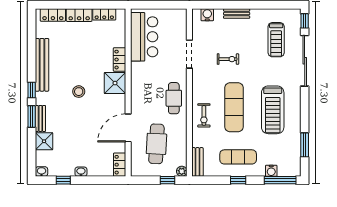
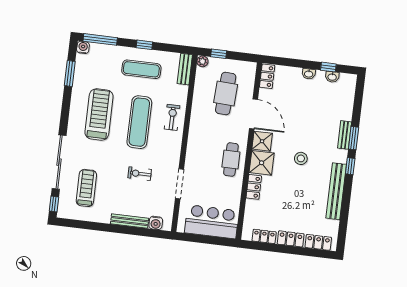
bench: (237, 14) -> (130, 221), width x1.36
bar counter: (144, 37) -> (212, 222), moved, turned 90
cafe table: (174, 98) -> (231, 160), moved
door: (128, 128) -> (253, 114), hinge flipped
shower: (44, 141) -> (262, 141), moved
water cooler: (271, 171) -> (83, 47), moved
washbasin: (42, 172) -> (332, 77), moved

